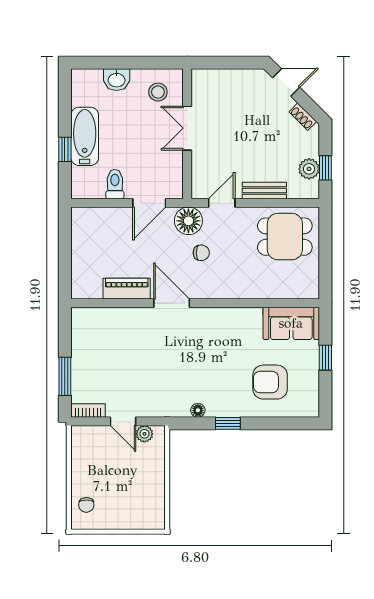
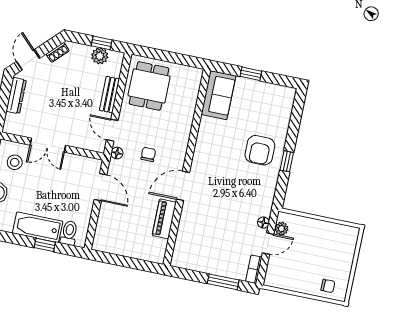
dresser: (240, 77) -> (16, 96), added
toilet: (115, 184) -> (69, 233), moved, turned 90
floor lamp: (188, 221) -> (117, 153), width x0.53, depth x0.53
armchair: (270, 382) -> (260, 150), moved
floor lamp: (198, 410) -> (263, 223), moved

